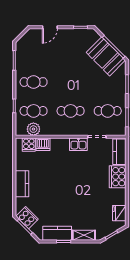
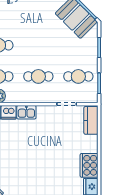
kitchen sink: (78, 144) -> (26, 112), moved
cooker: (118, 177) -> (89, 165), moved

